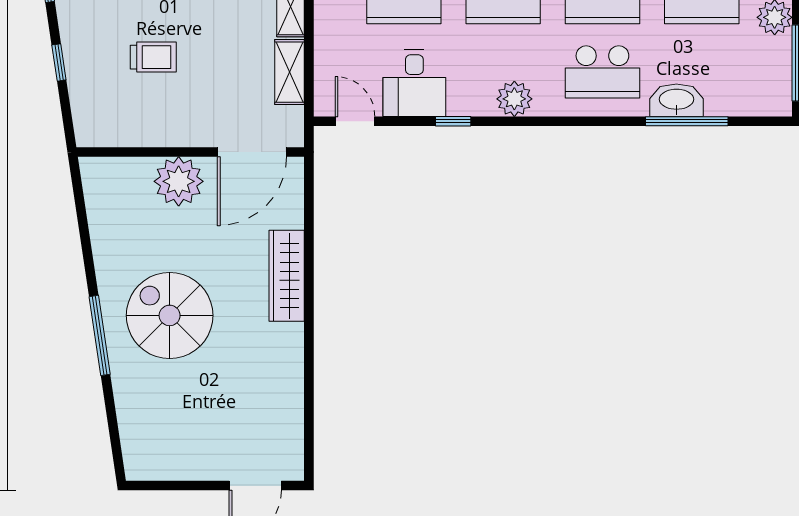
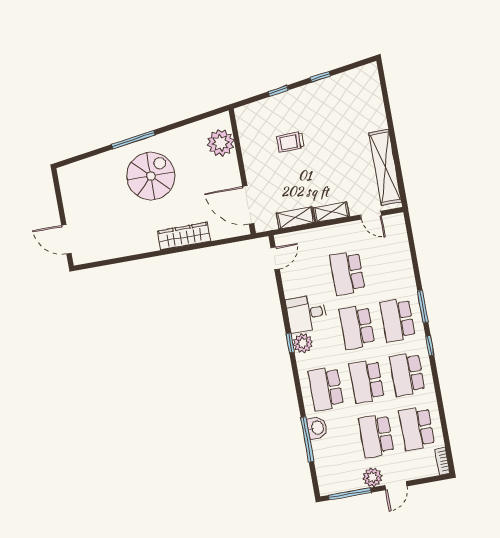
trolley: (153, 57) -> (290, 142), turned 90
desk: (414, 83) -> (306, 313), moved
washbasin: (676, 100) -> (317, 428), width x0.72
window: (453, 121) -> (290, 343), moved
plant: (179, 181) -> (221, 143), moved

